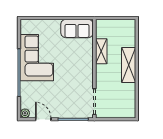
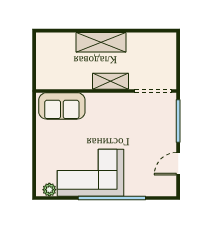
sofa: (77, 28) -> (62, 106), moved, turned 90
shelving: (101, 51) -> (110, 81), moved
plant: (25, 113) -> (49, 190), moved

